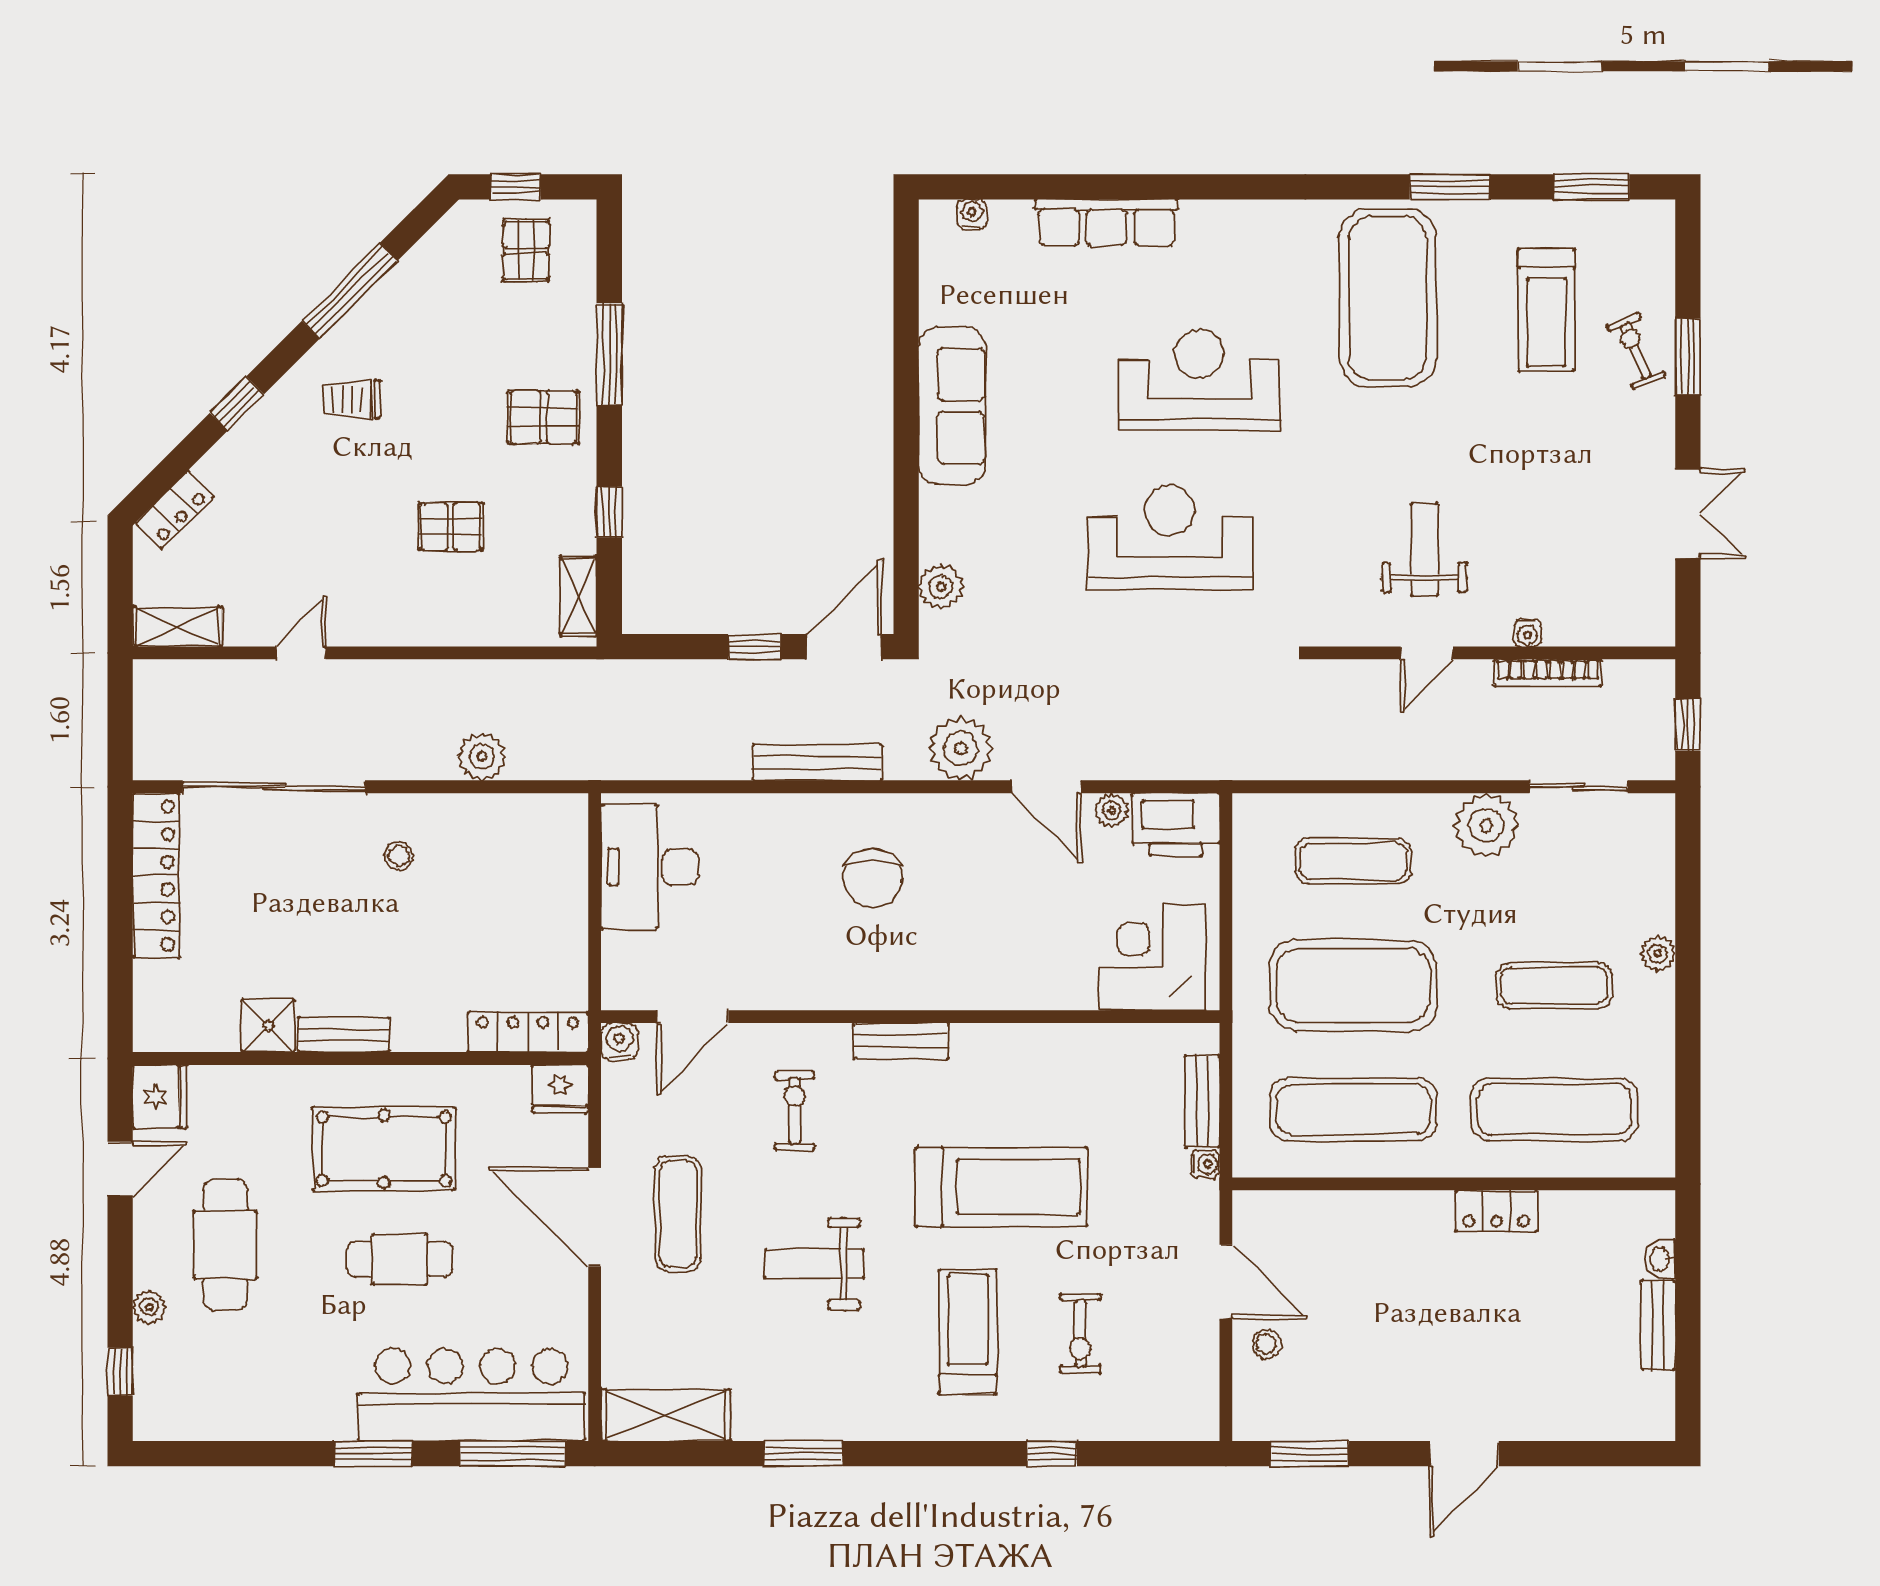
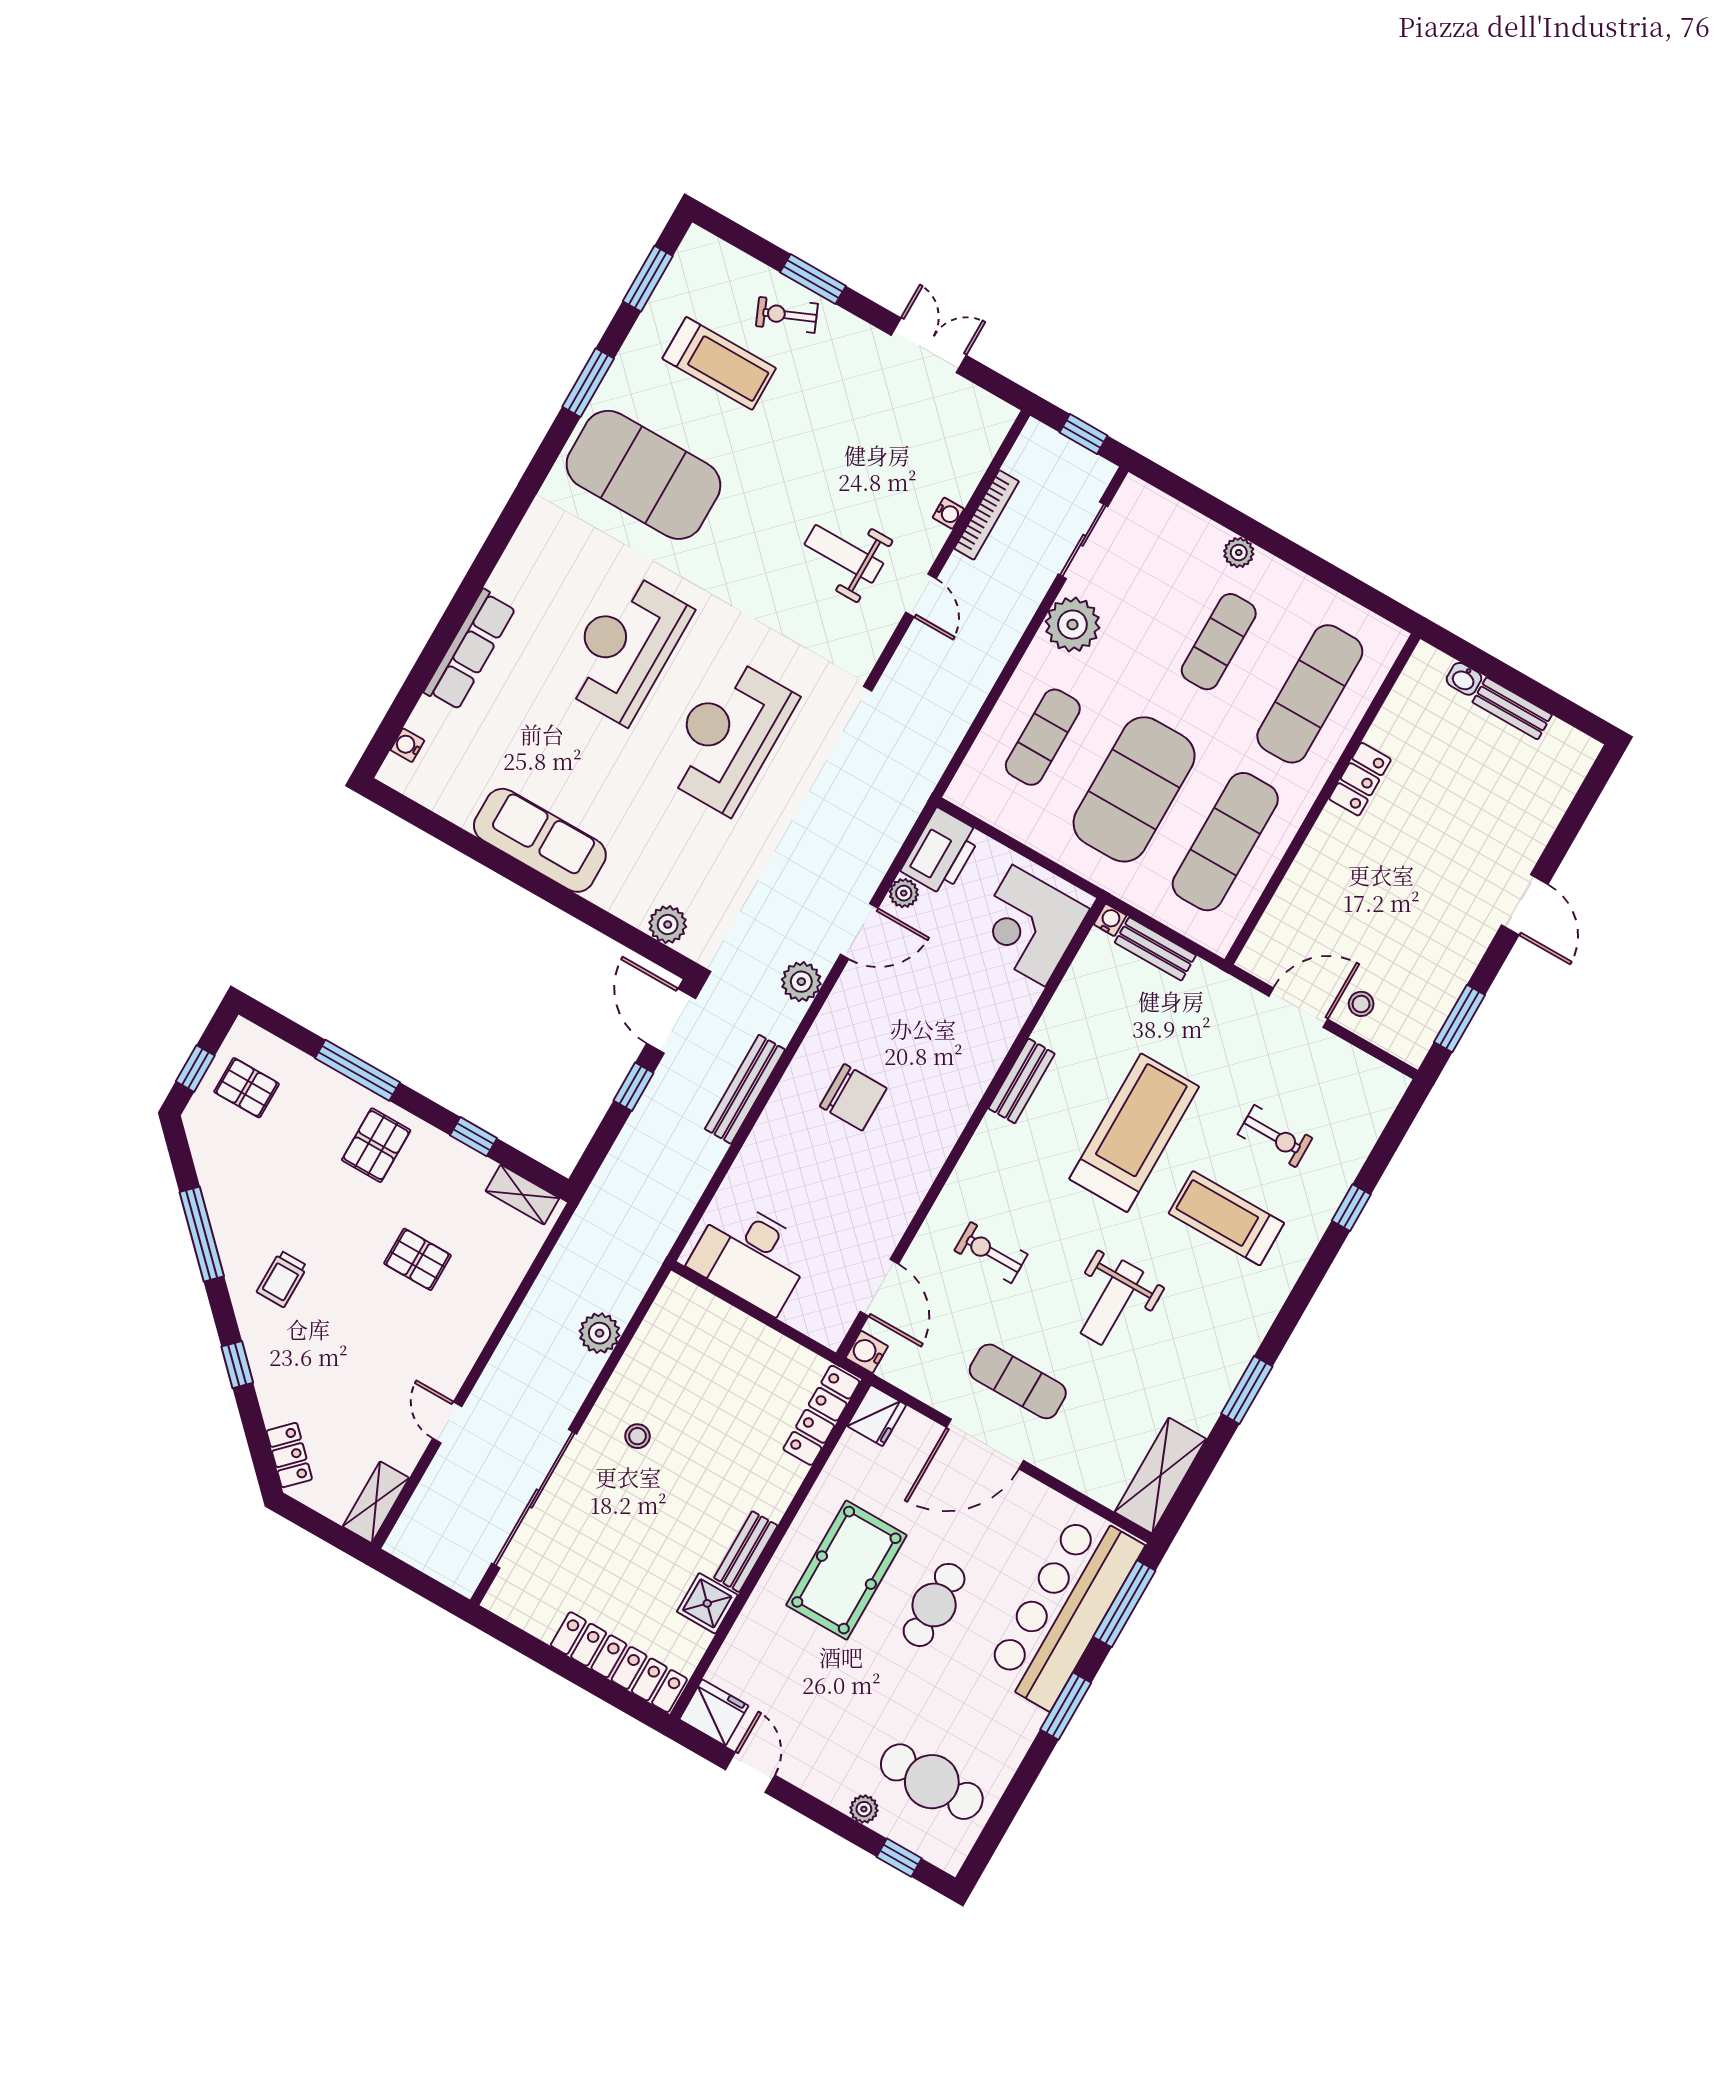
pallet: (451, 527) -> (417, 1259), turned 90
plant: (961, 749) -> (801, 982), width x0.73, depth x0.73
locker: (156, 876) -> (619, 1662), moved
bench: (901, 1041) -> (1022, 1081), moved
water cooler: (1205, 1164) -> (1110, 920), moved
cafe table: (225, 1245) -> (932, 1782), moved

